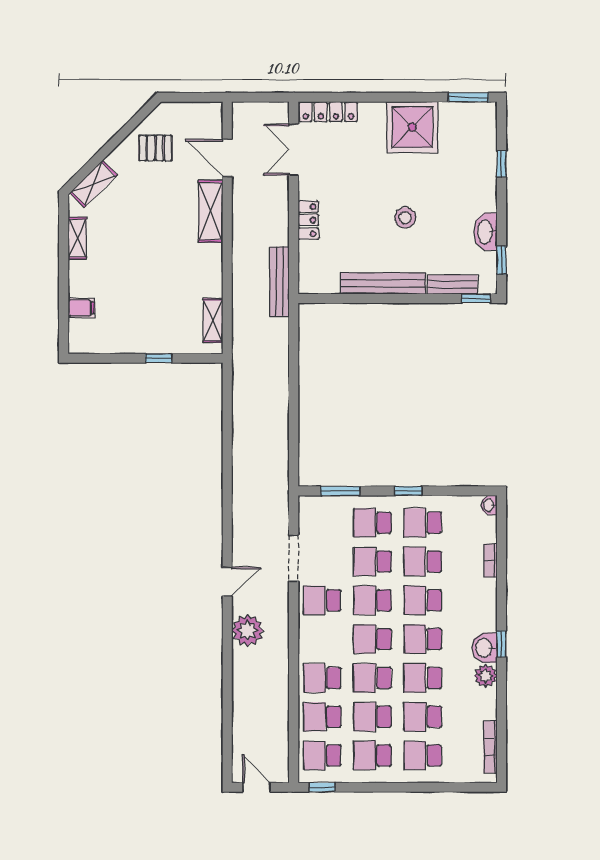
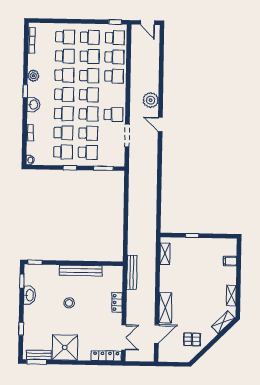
door: (227, 158) -> (157, 334), hinge flipped
bench: (452, 285) -> (39, 355), moved
door: (227, 582) -> (160, 124), hinge flipped
washbasin: (485, 648) -> (33, 105), moved

